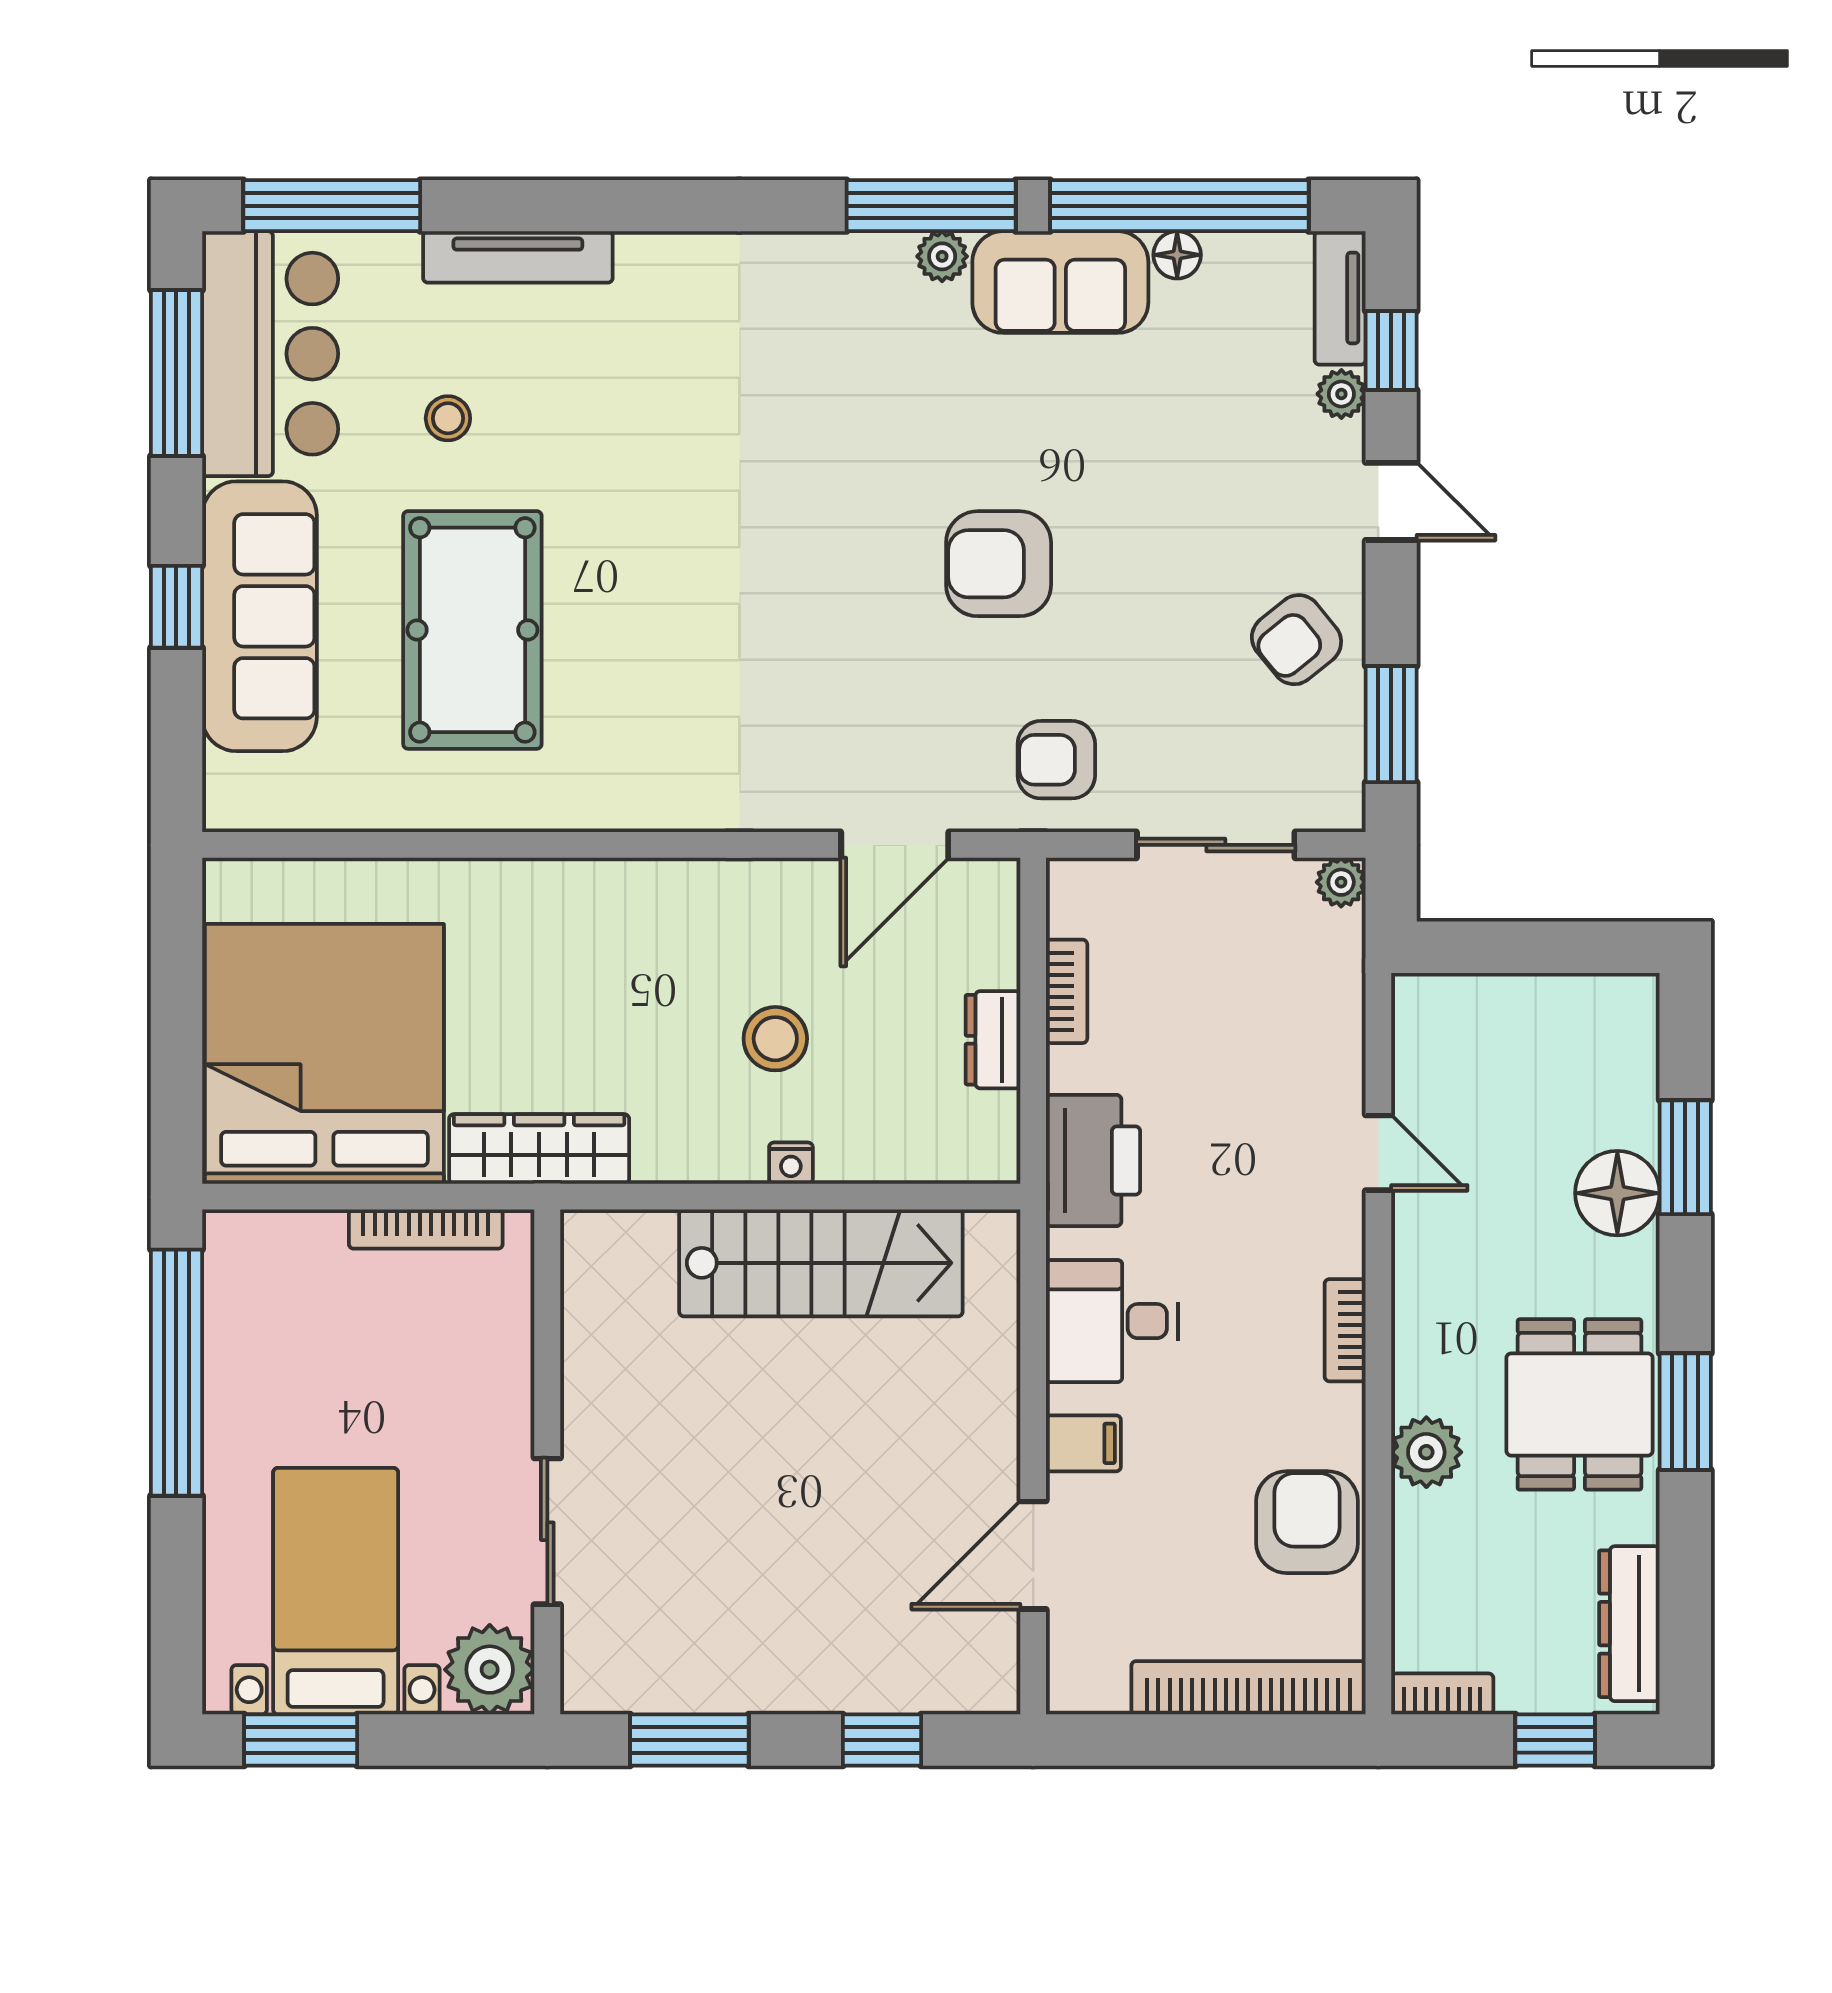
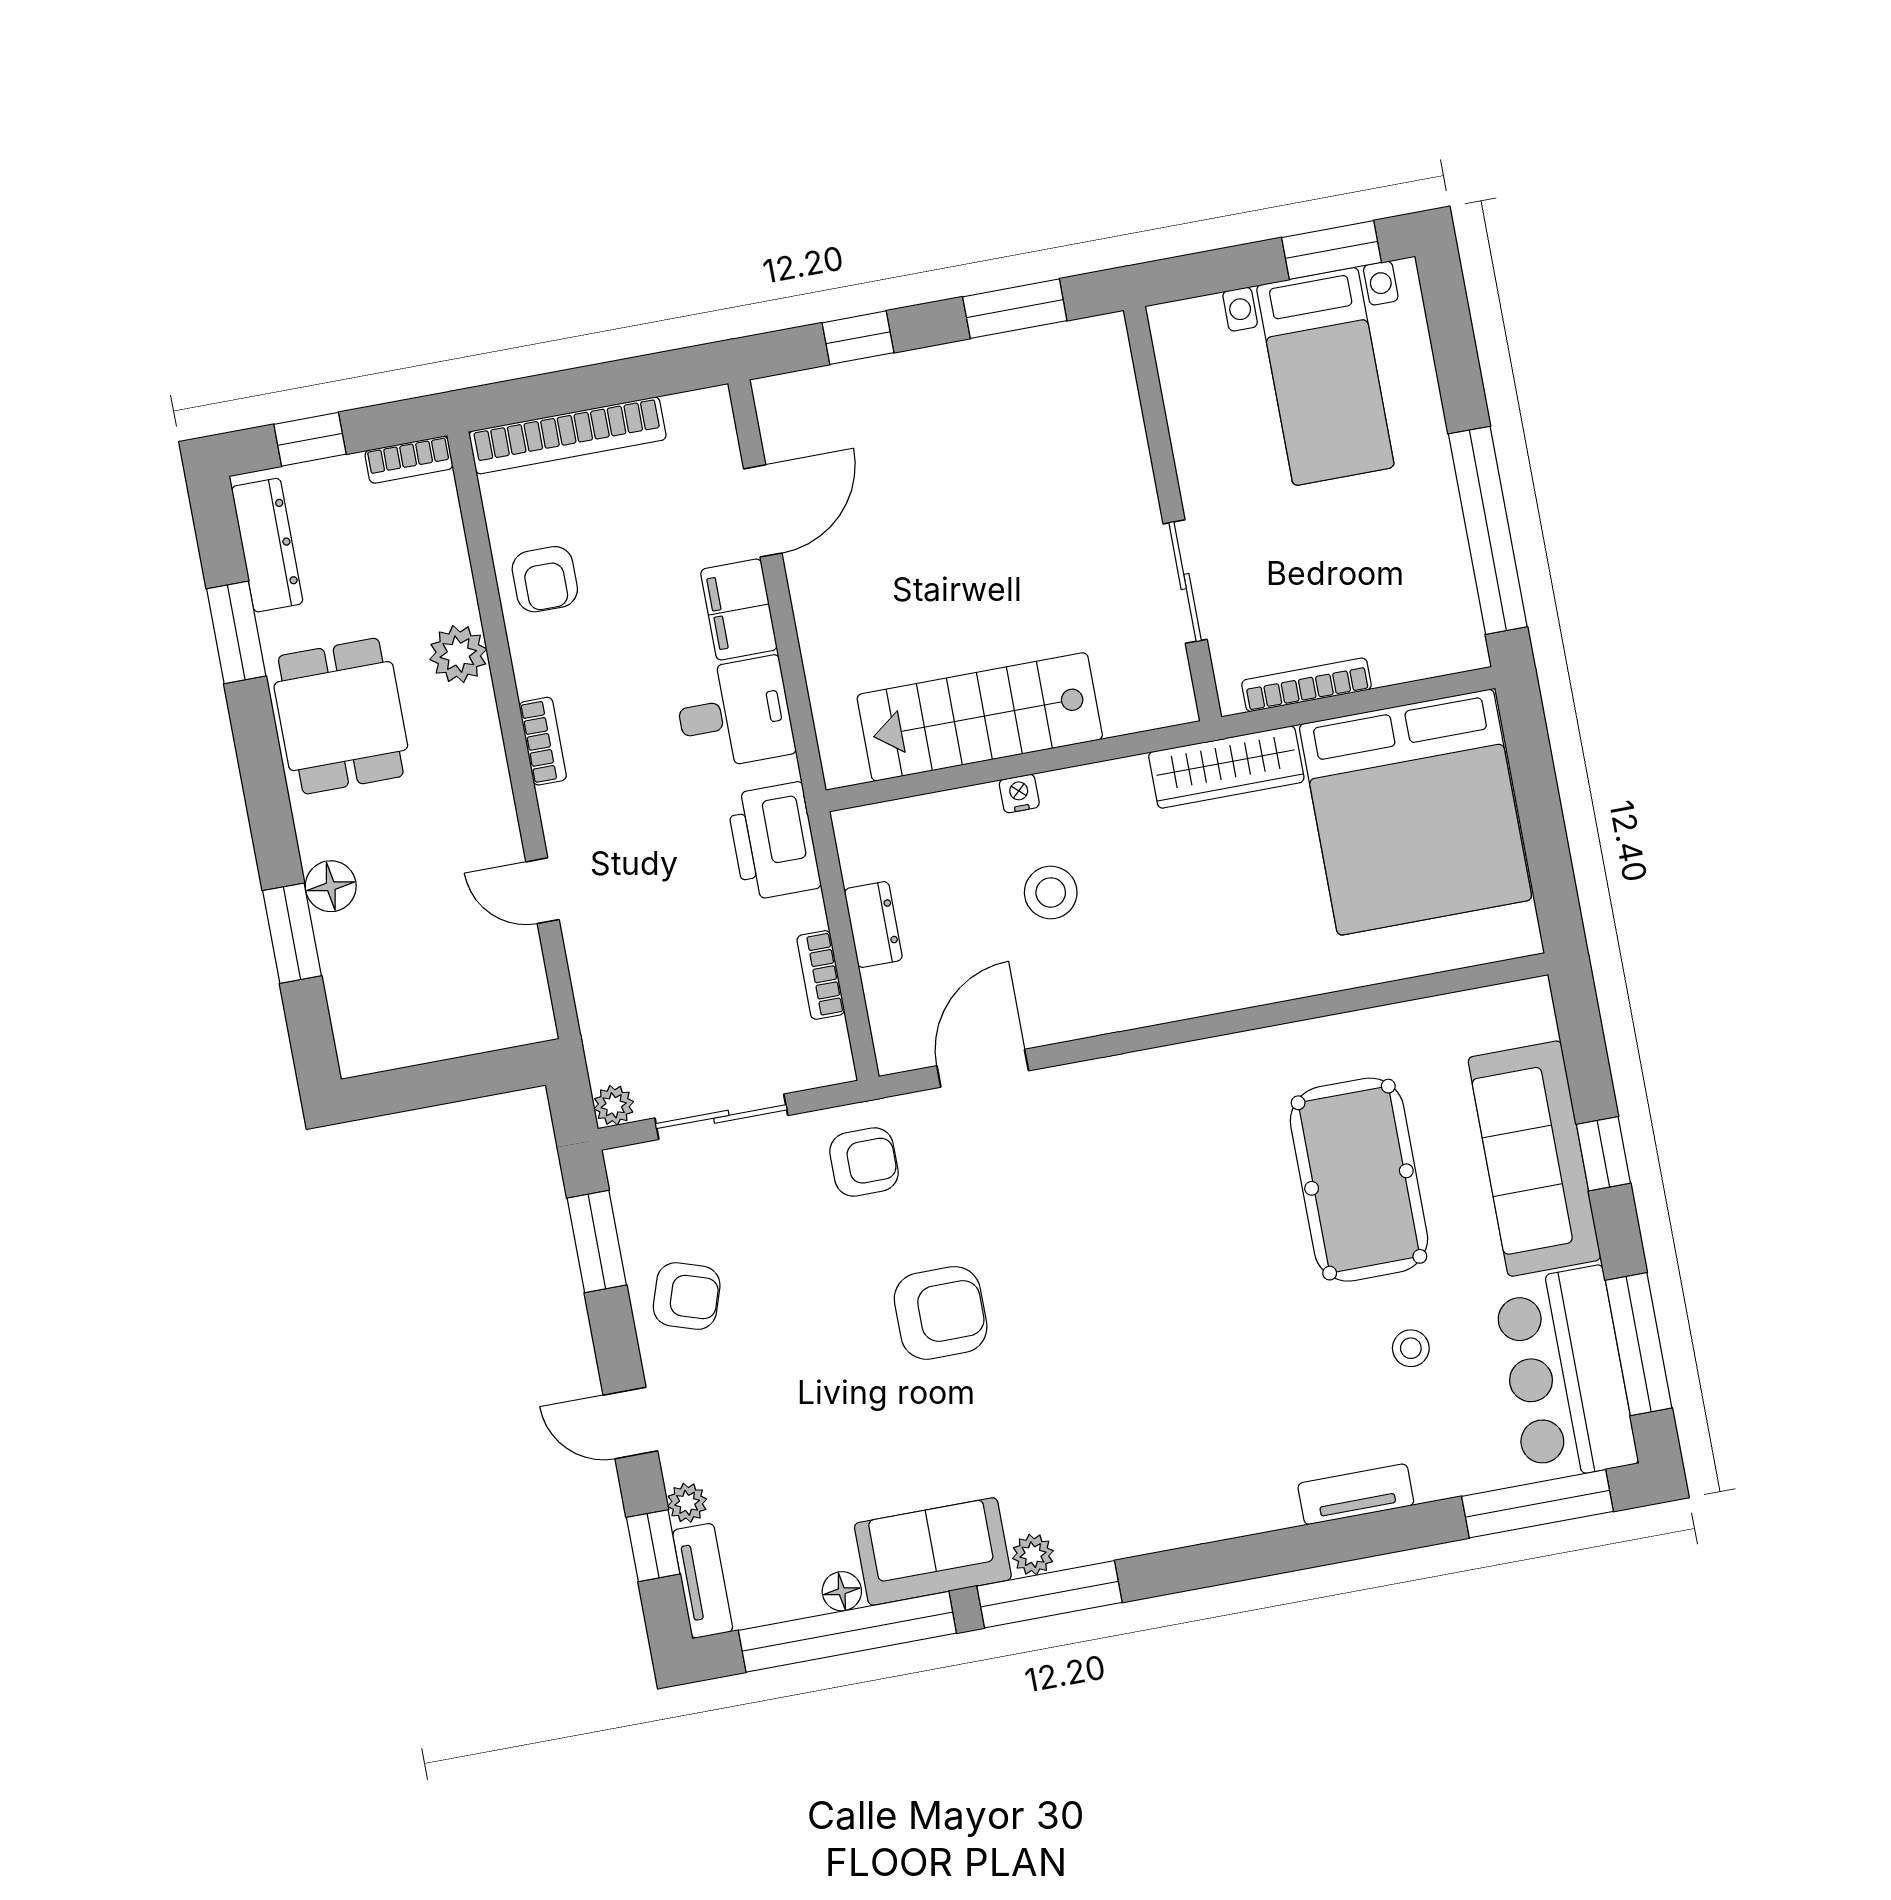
tv unit: (518, 257) -> (1356, 1494), width x0.71
armchair: (1296, 640) -> (687, 1296), turned 57
floor lamp: (1617, 1193) -> (331, 886), width x0.73, depth x0.73
window: (1685, 1412) -> (236, 632), moved
filing cabinet: (1083, 1443) -> (739, 610), width x2.00
armchair: (1307, 1522) -> (545, 579), width x0.72, depth x0.72
sliding door: (547, 1531) -> (1185, 582), moved
plant: (490, 1670) -> (1188, 336), removed

